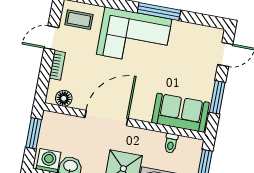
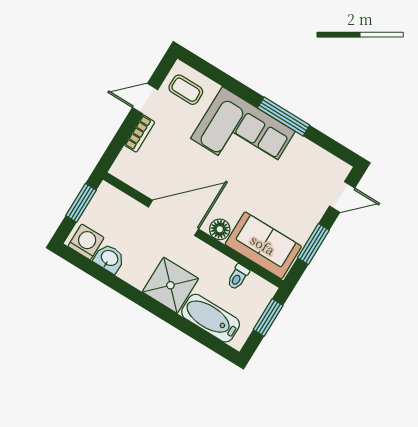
floor lamp: (64, 98) -> (220, 229), moved

